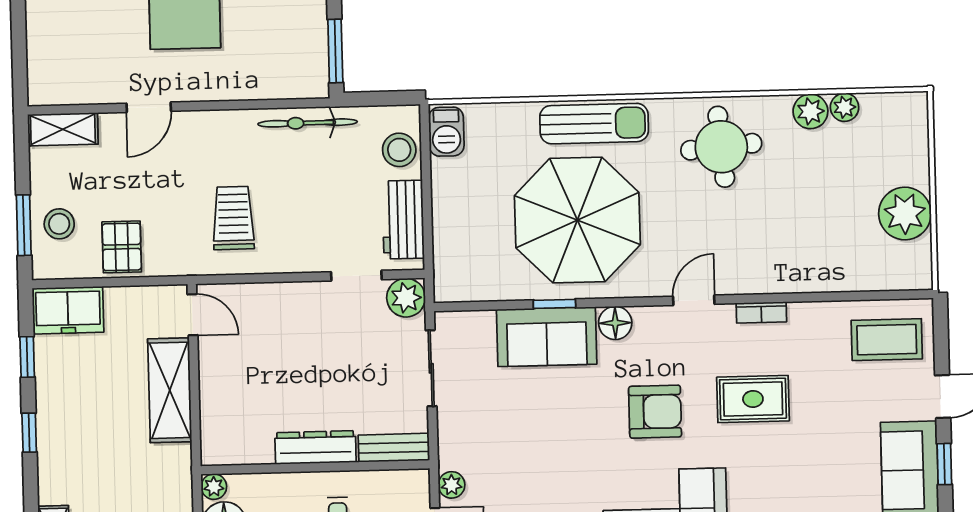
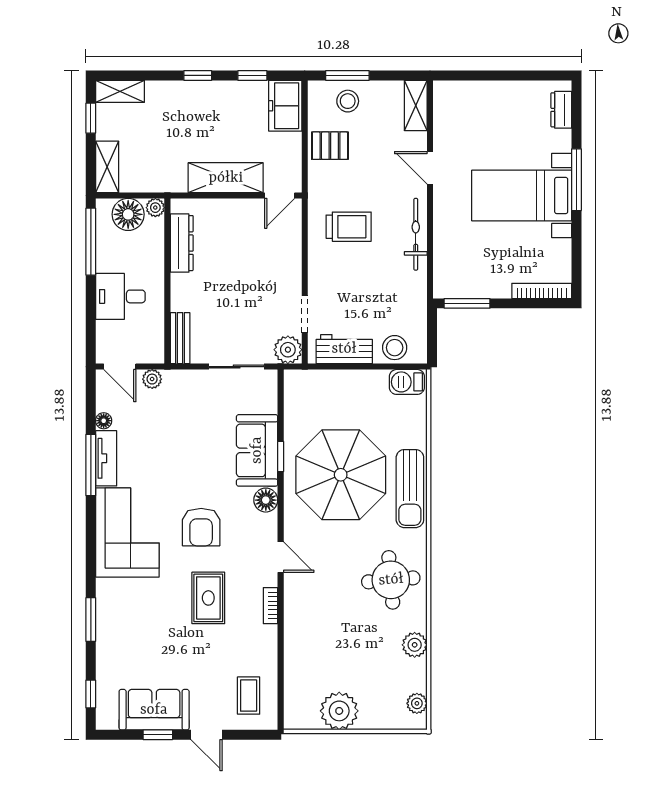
plant: (845, 107) -> (417, 703), moved
bicycle: (308, 123) -> (416, 234), moved
coffee table: (887, 340) -> (249, 696), width x0.73, depth x0.77
dresser: (315, 447) -> (182, 243), moved

